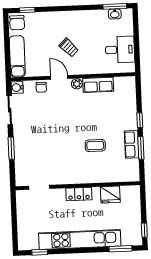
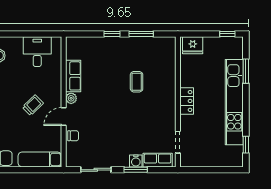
water cooler: (17, 88) -> (136, 161), moved
row of seats: (132, 144) -> (158, 160), moved, turned 180
fridge: (110, 195) -> (193, 45), moved, turned 90
window: (120, 249) -> (246, 71), moved

